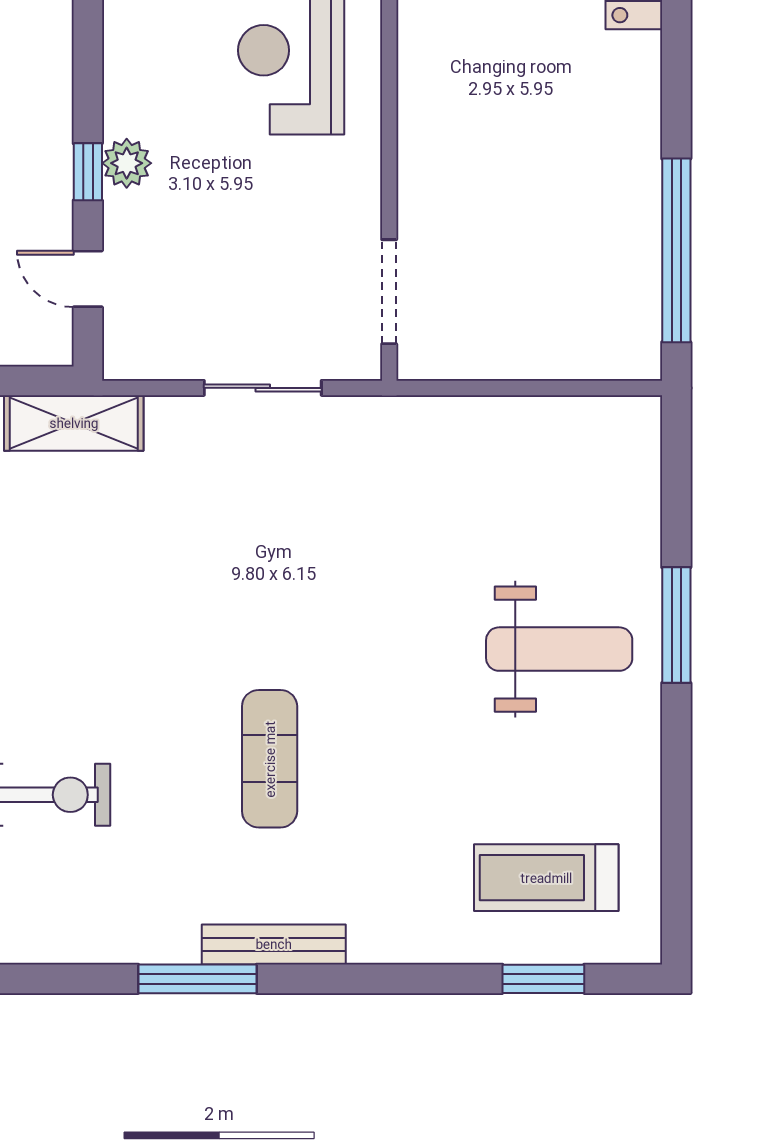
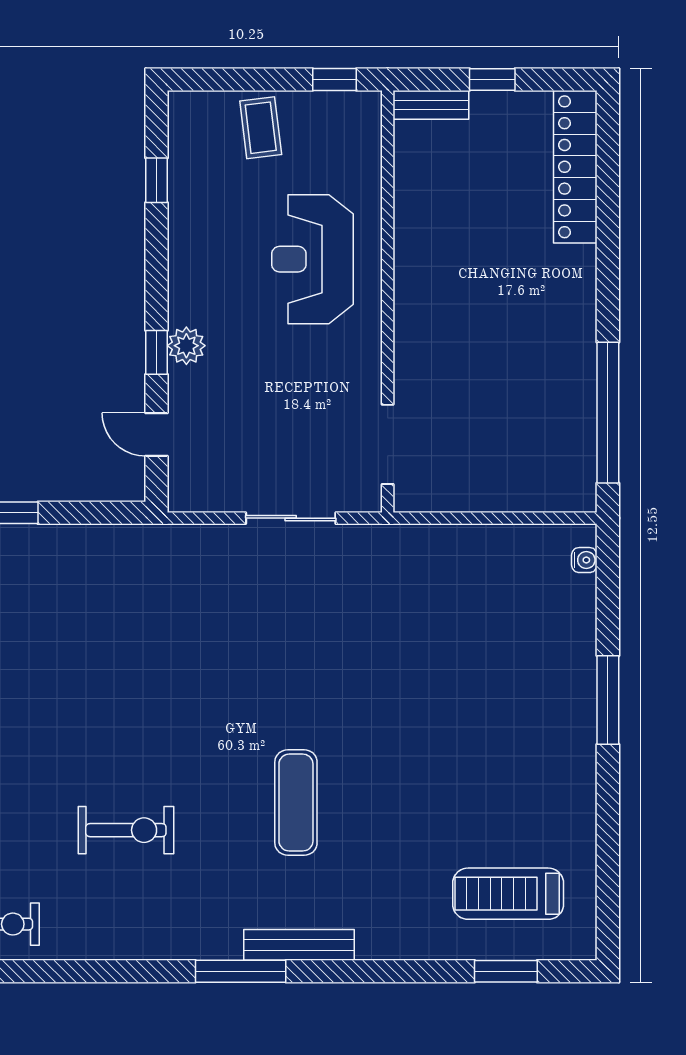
shelving: (74, 423) -> (146, 545), removed
water cooler: (646, 443) -> (584, 560), added
weight bench: (559, 649) -> (518, 718), removed

